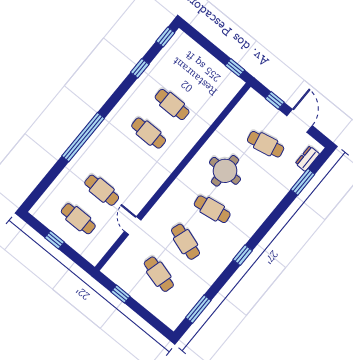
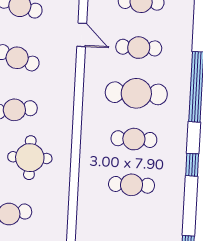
window: (140, 68) -> (192, 165), moved
cafe table: (125, 162) -> (136, 93), added

